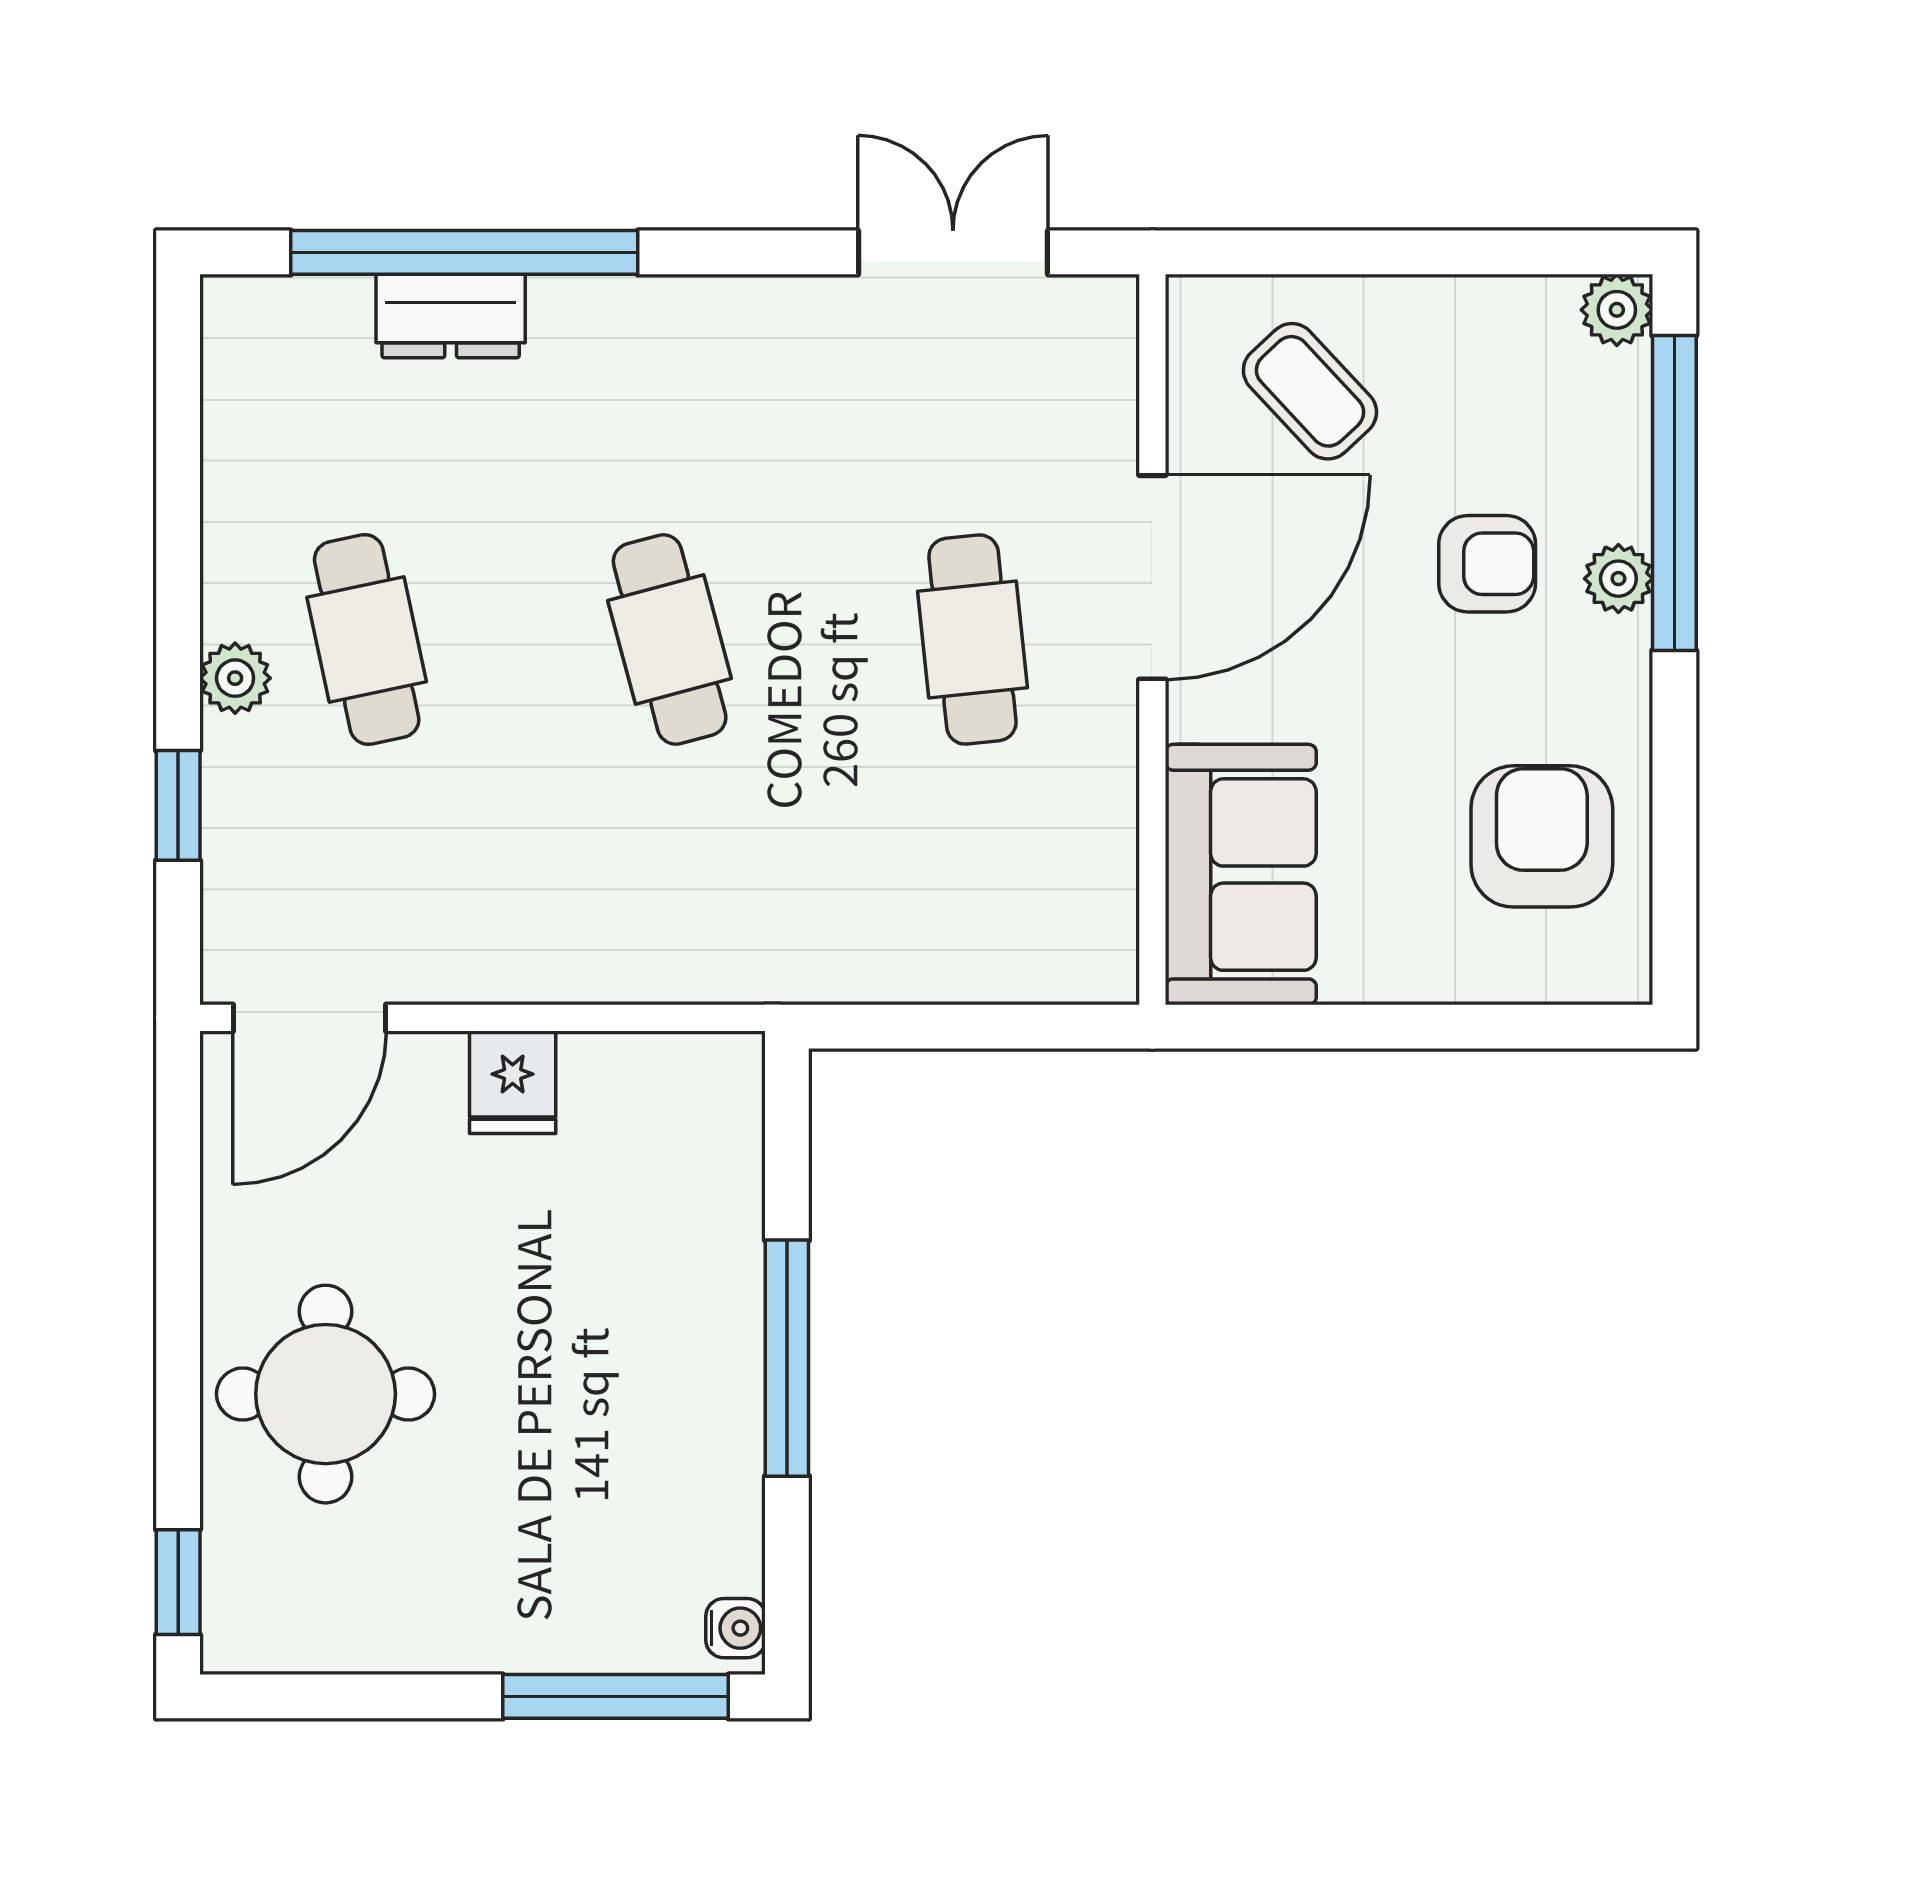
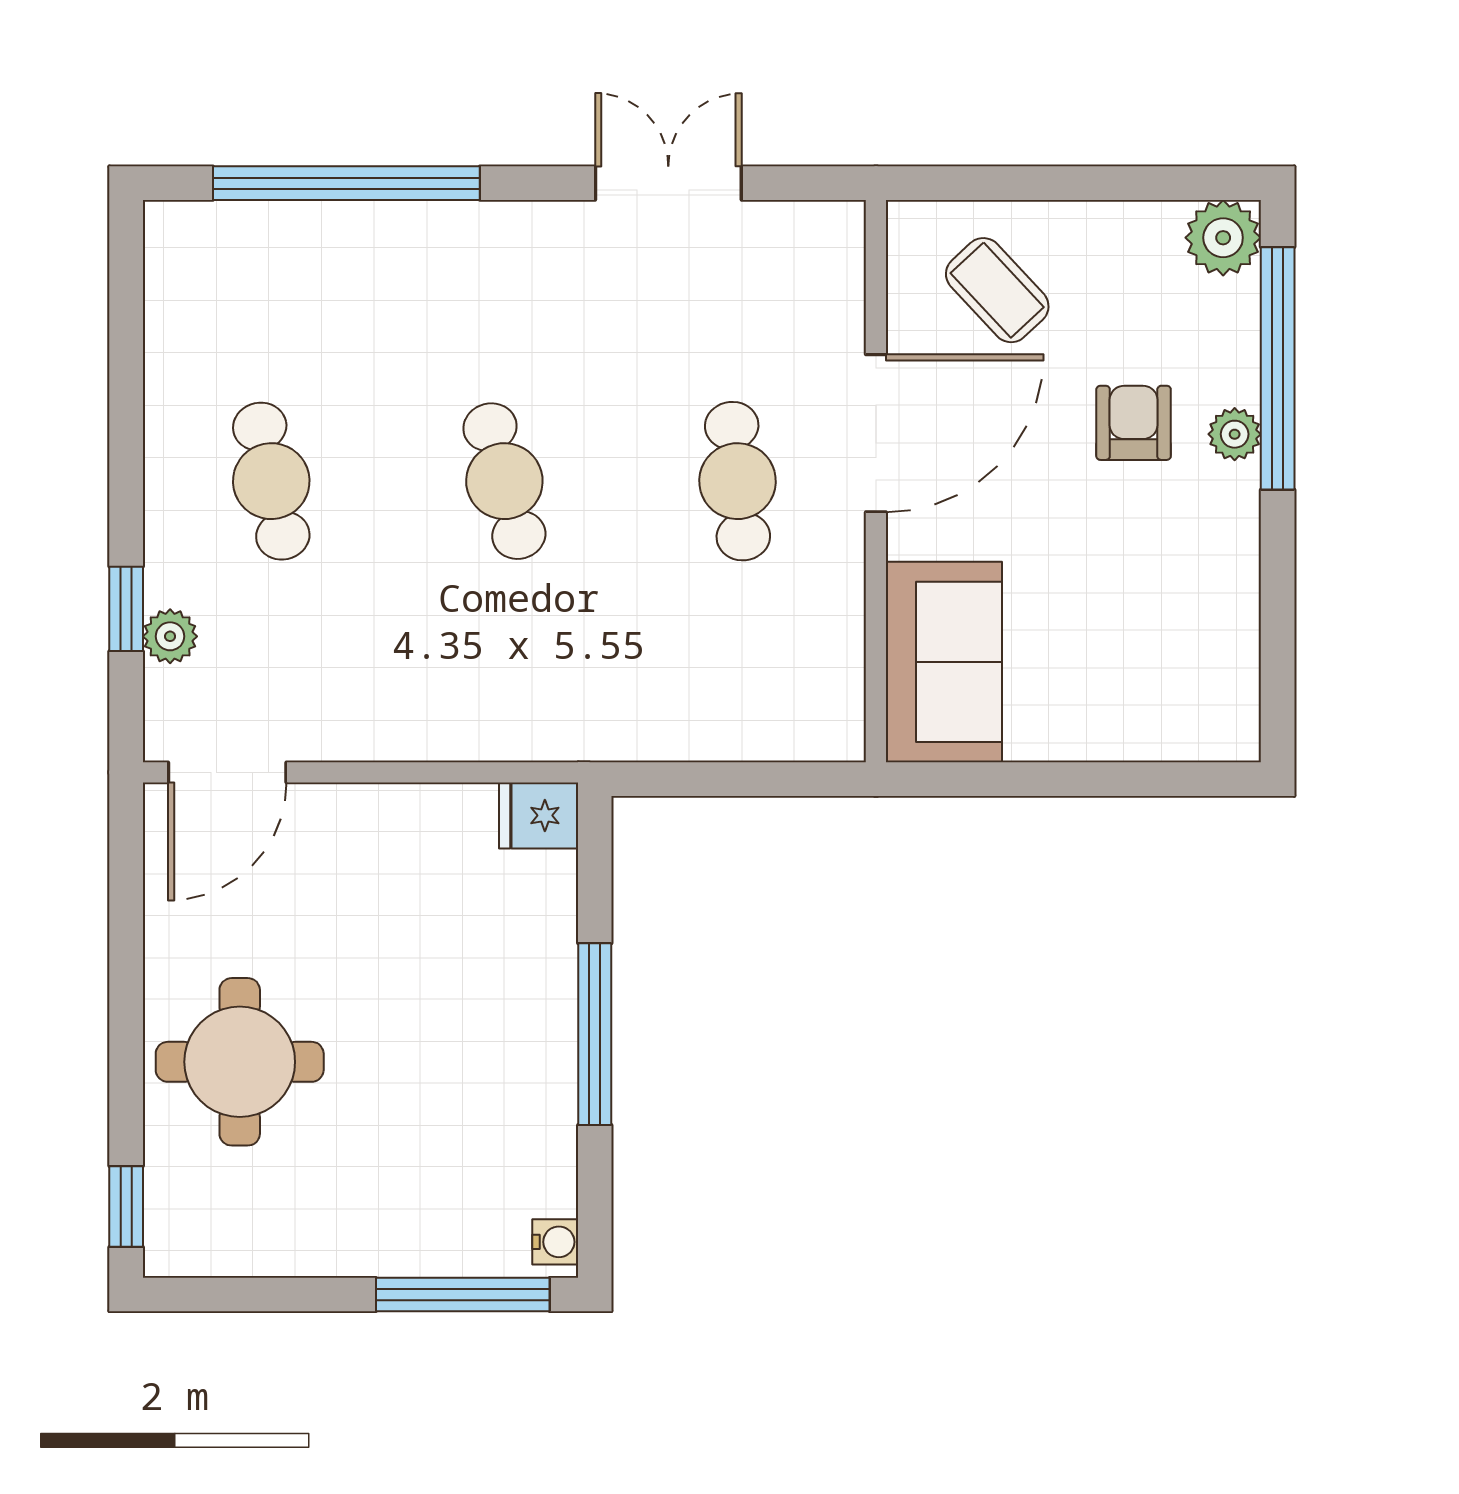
double door: (953, 252) -> (668, 183), moved
plant: (1617, 310) -> (1223, 238), width x1.38, depth x1.38
dresser: (451, 316) -> (336, 232), removed
armchair: (1487, 564) -> (1134, 423), turned -90
plant: (235, 678) -> (170, 636), moved
armchair: (1542, 836) -> (1176, 633), removed
fridge: (513, 1082) -> (539, 815), moved, turned 90

